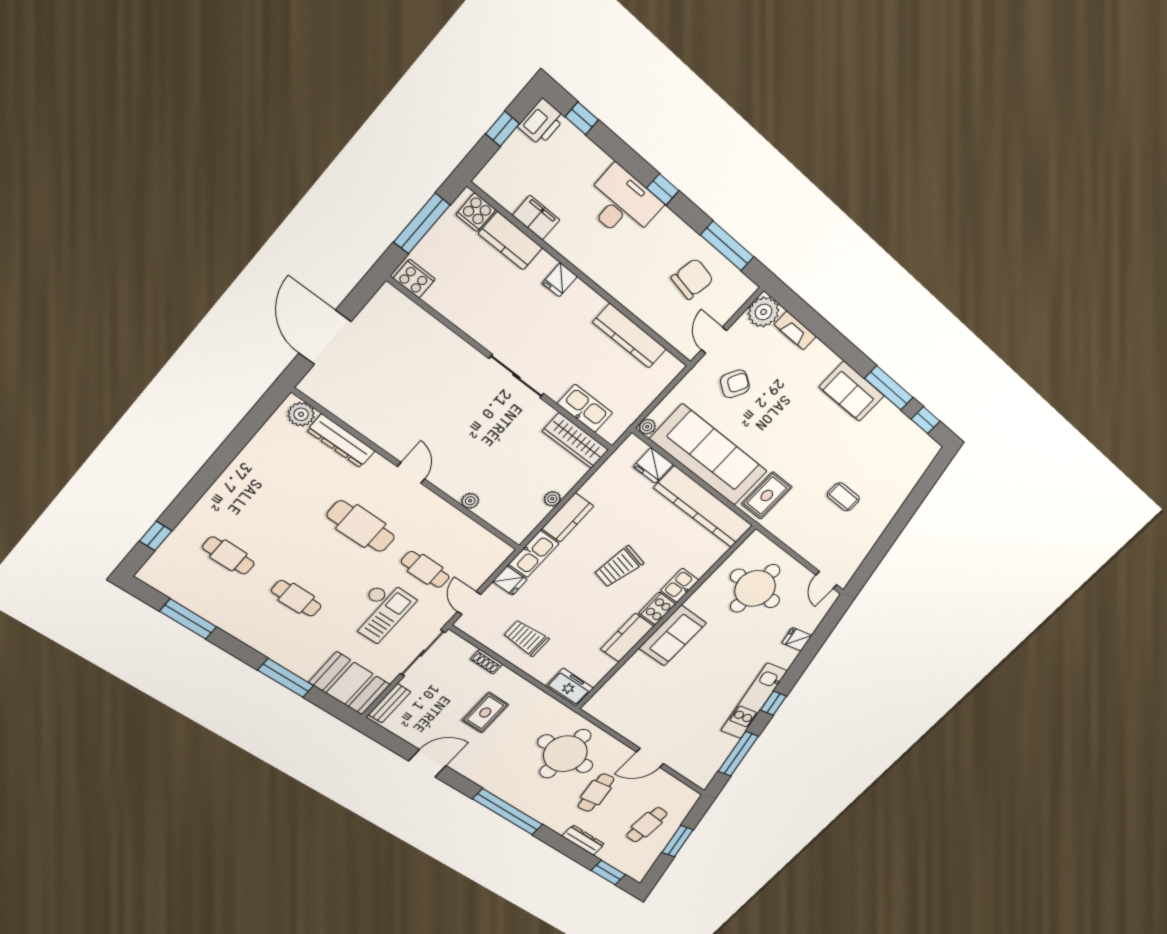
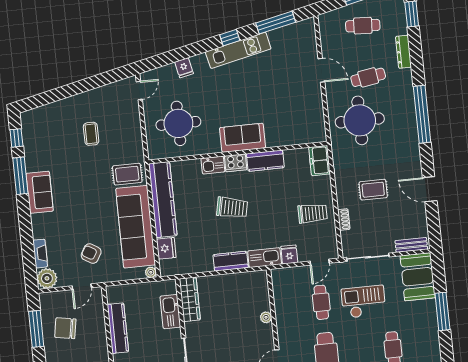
plant: (552, 499) -> (228, 279), removed
trolley: (526, 638) -> (312, 213), turned -90

